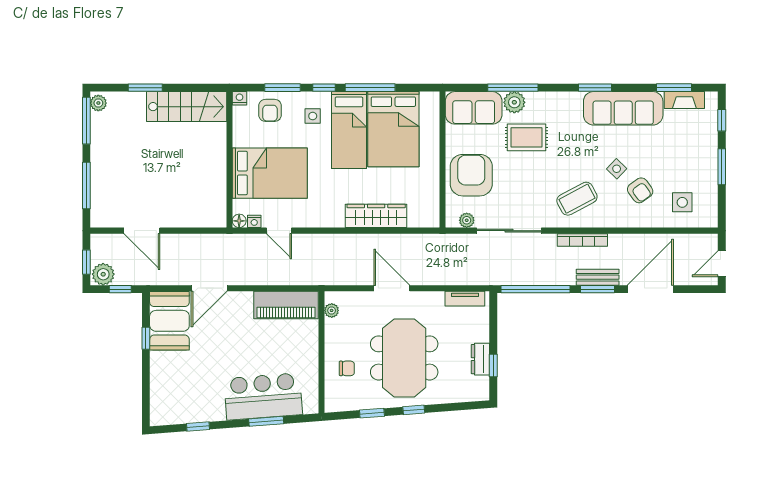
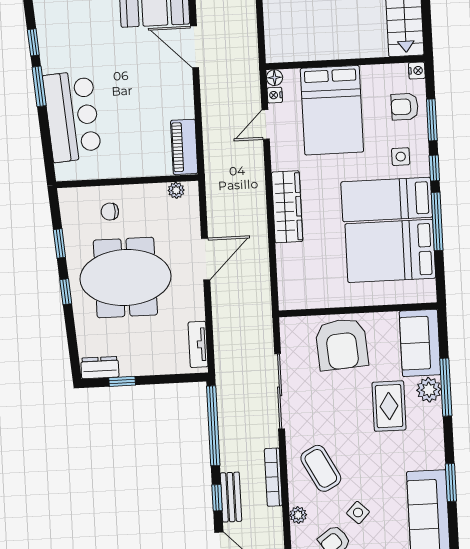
armchair: (471, 175) -> (342, 344), turned 86
wardrobe: (376, 216) -> (287, 207), moved
plant: (467, 220) -> (298, 515), moved
window: (598, 289) -> (217, 498), width x0.67
piano: (286, 305) -> (184, 147), width x0.73, depth x0.75
dresser: (480, 359) -> (100, 368), moved
chair: (347, 368) -> (110, 212), turned 90
window: (266, 421) -> (39, 86), moved

